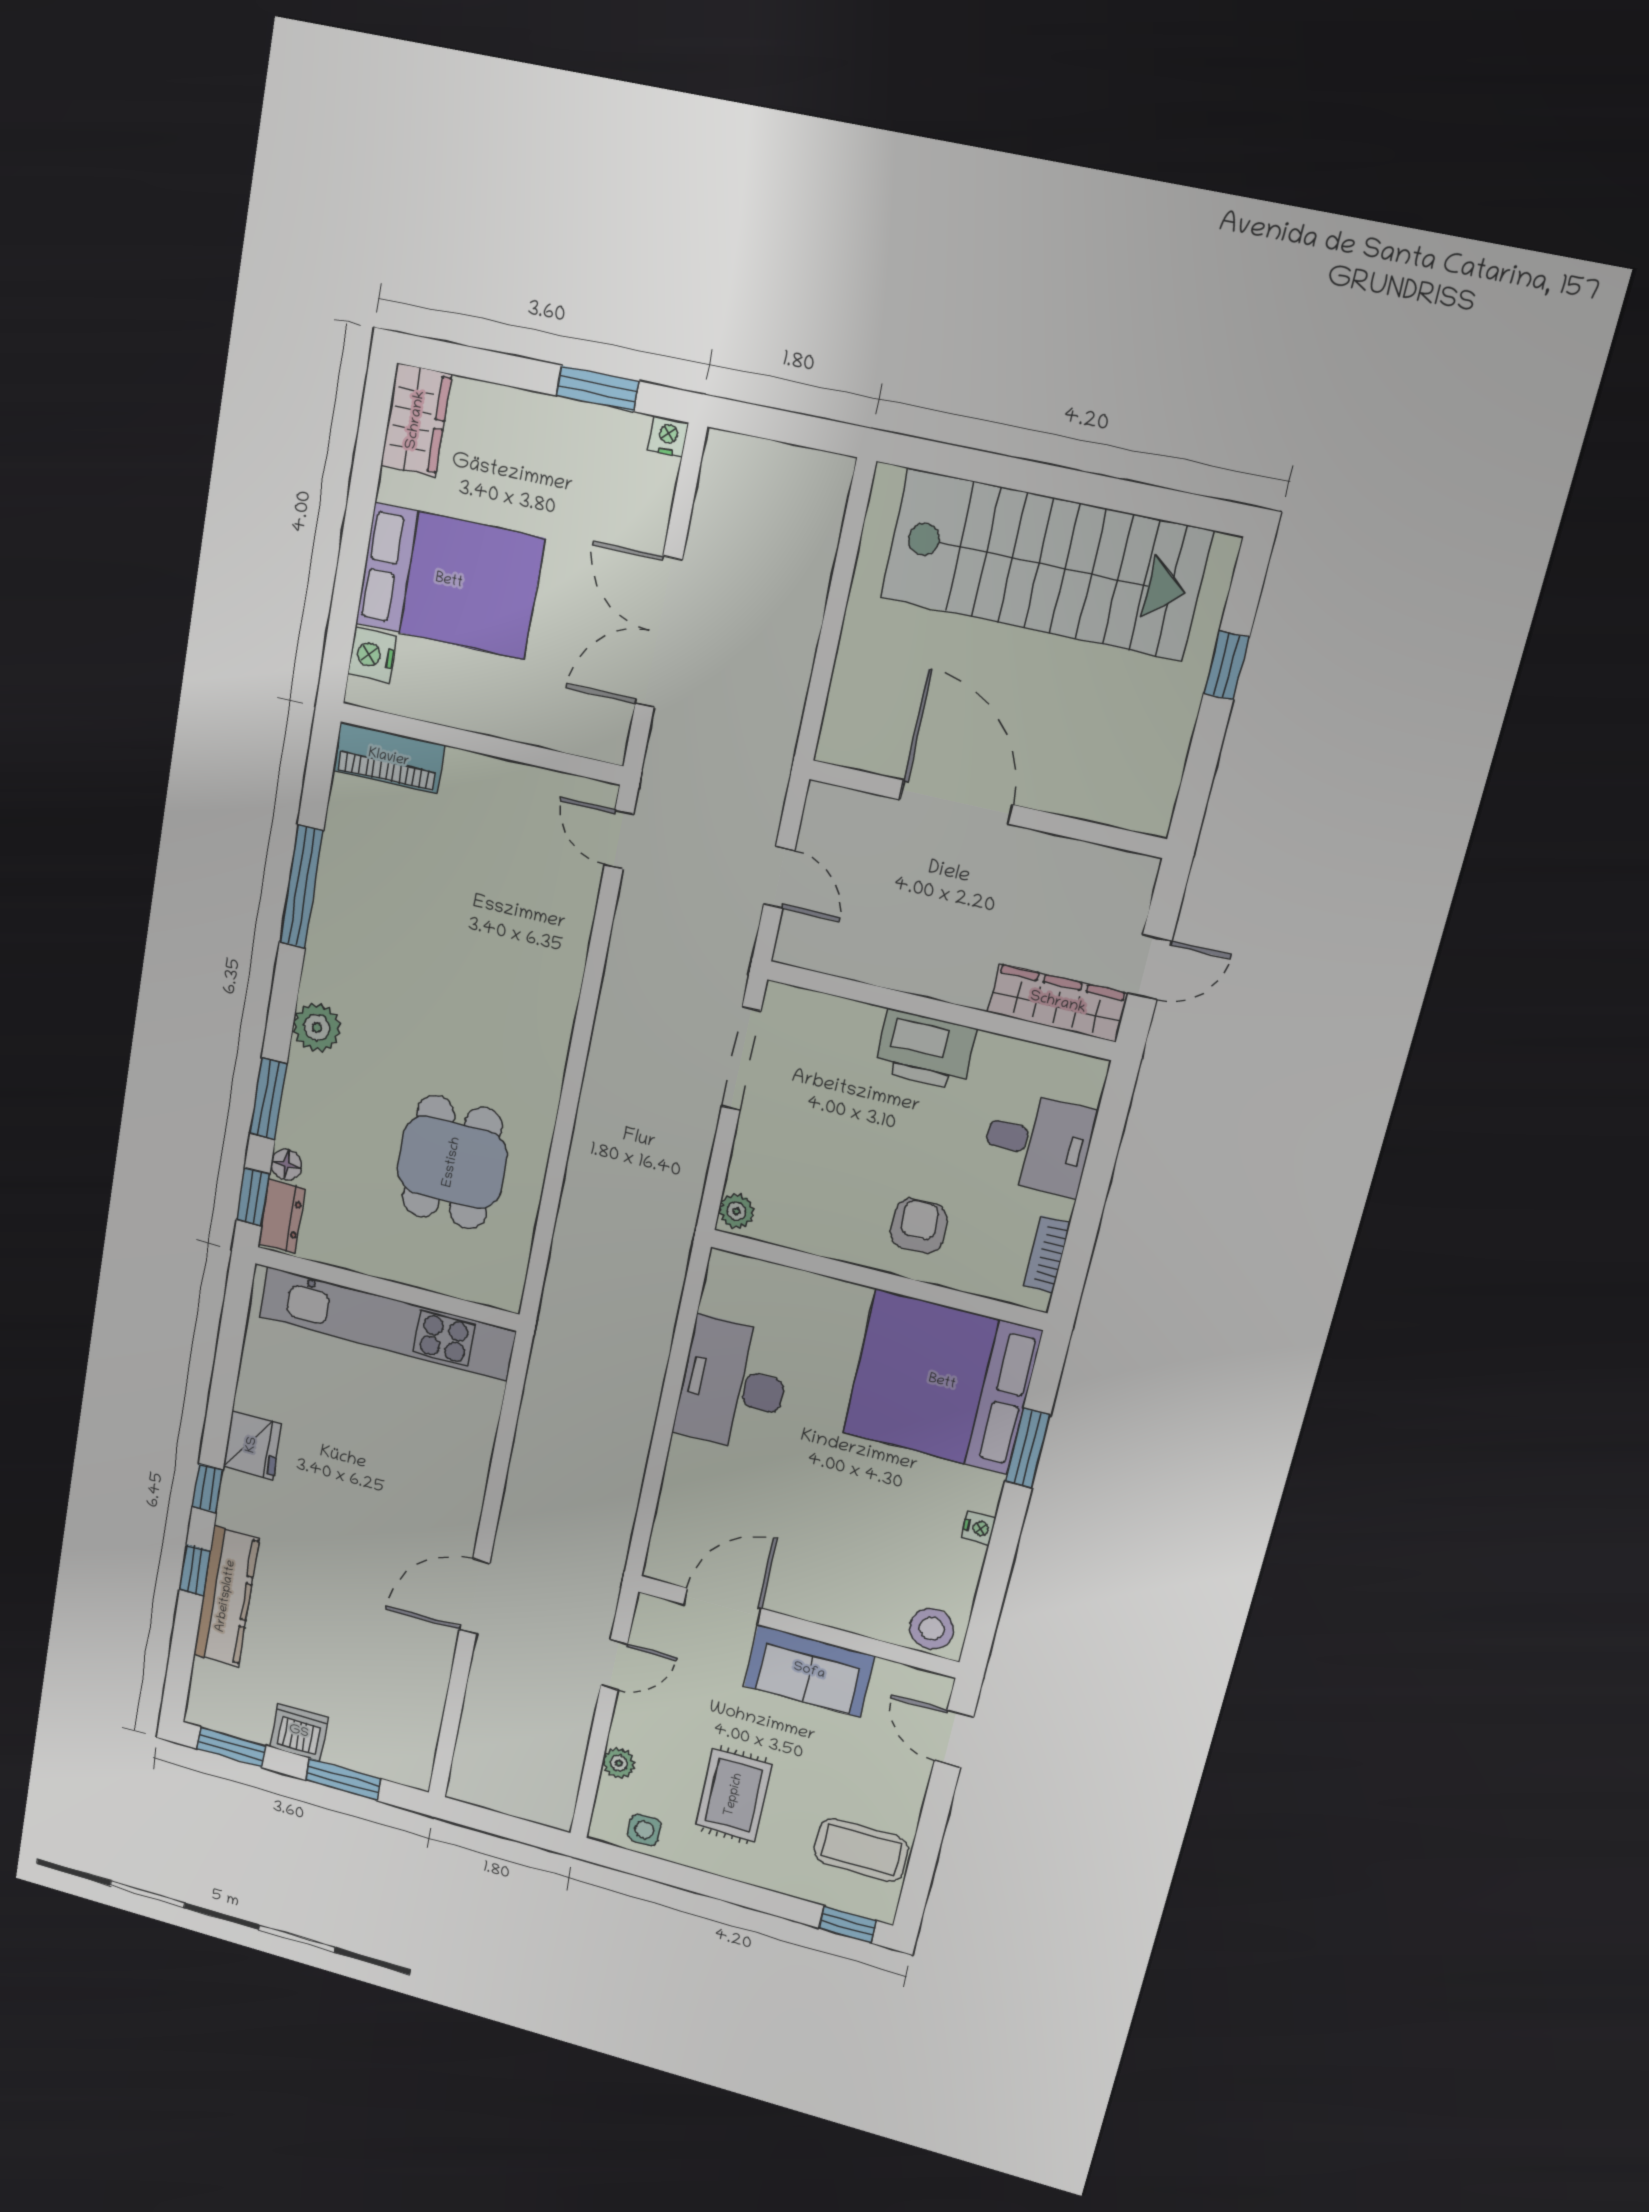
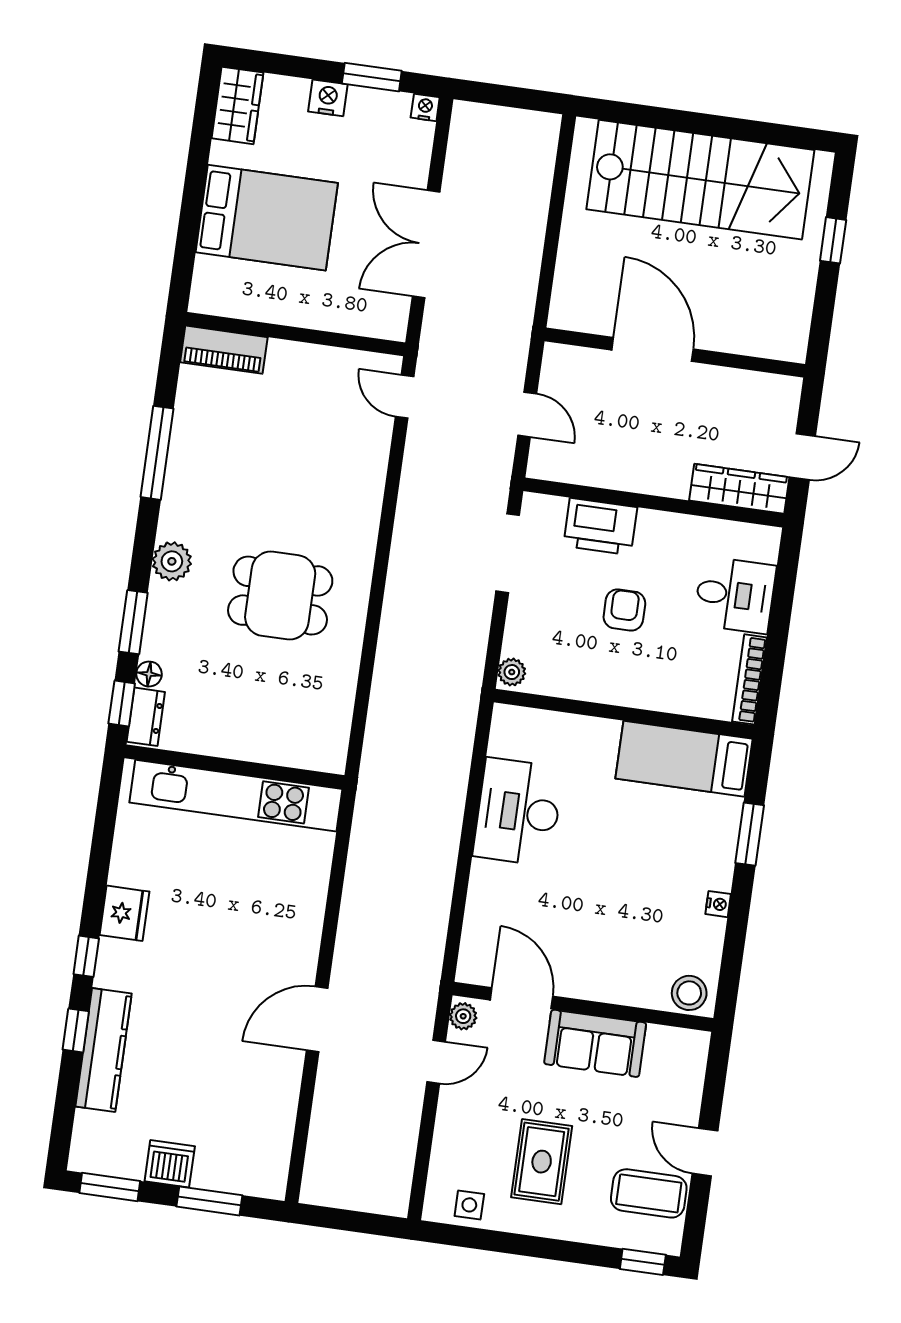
nightstand: (372, 655) -> (328, 98), moved, turned 90
printer: (925, 1050) -> (600, 527), moved
dining table: (452, 1162) -> (280, 596), moved, turned 90
armchair: (919, 1226) -> (624, 610), moved
bookcase: (1047, 1254) -> (750, 679), width x1.56
bed: (942, 1382) -> (684, 759), width x0.49
door: (722, 1606) -> (522, 998), hinge flipped
door: (954, 1739) -> (705, 1152), moved
plant: (619, 1763) -> (463, 1016), moved

